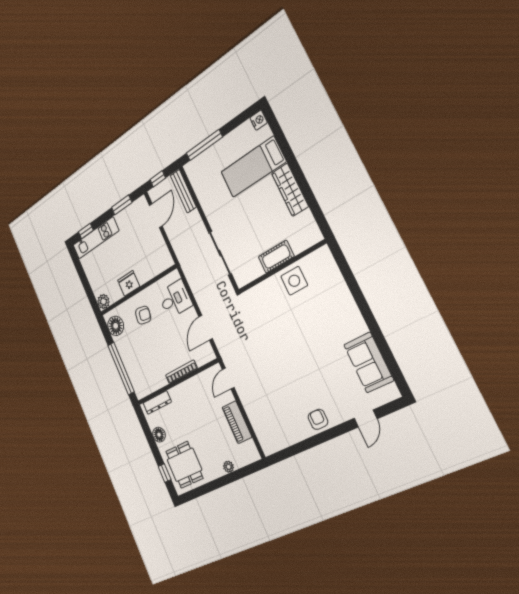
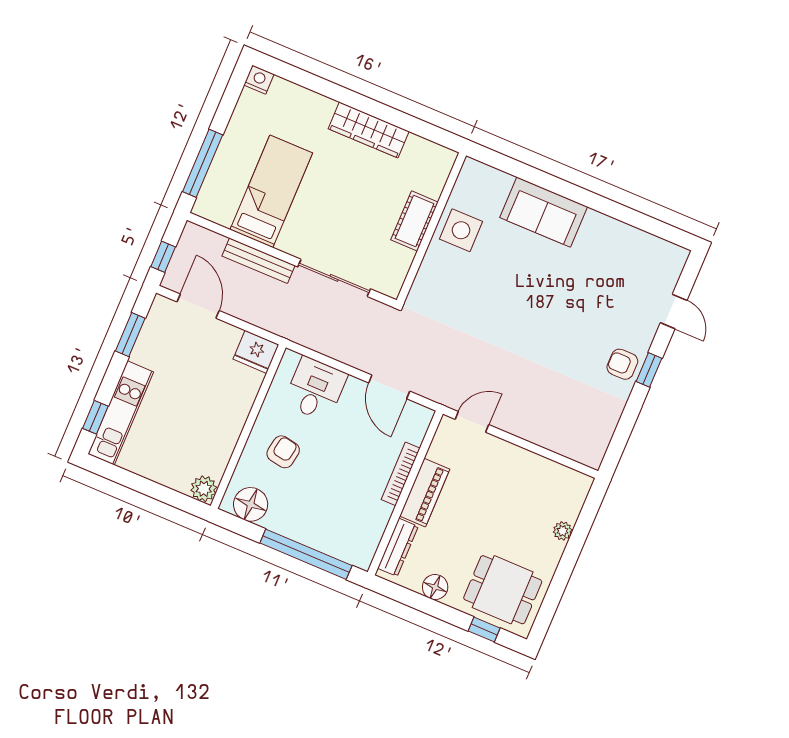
bed: (253, 167) -> (271, 191), moved, turned 180
bench: (183, 191) -> (258, 261), moved
fridge: (129, 283) -> (256, 352), moved, turned -90
sofa: (369, 362) -> (544, 212), moved
door: (228, 378) -> (472, 422), swing flipped
piano: (237, 422) -> (425, 493), moved, turned -90
window: (329, 435) -> (649, 370), added

